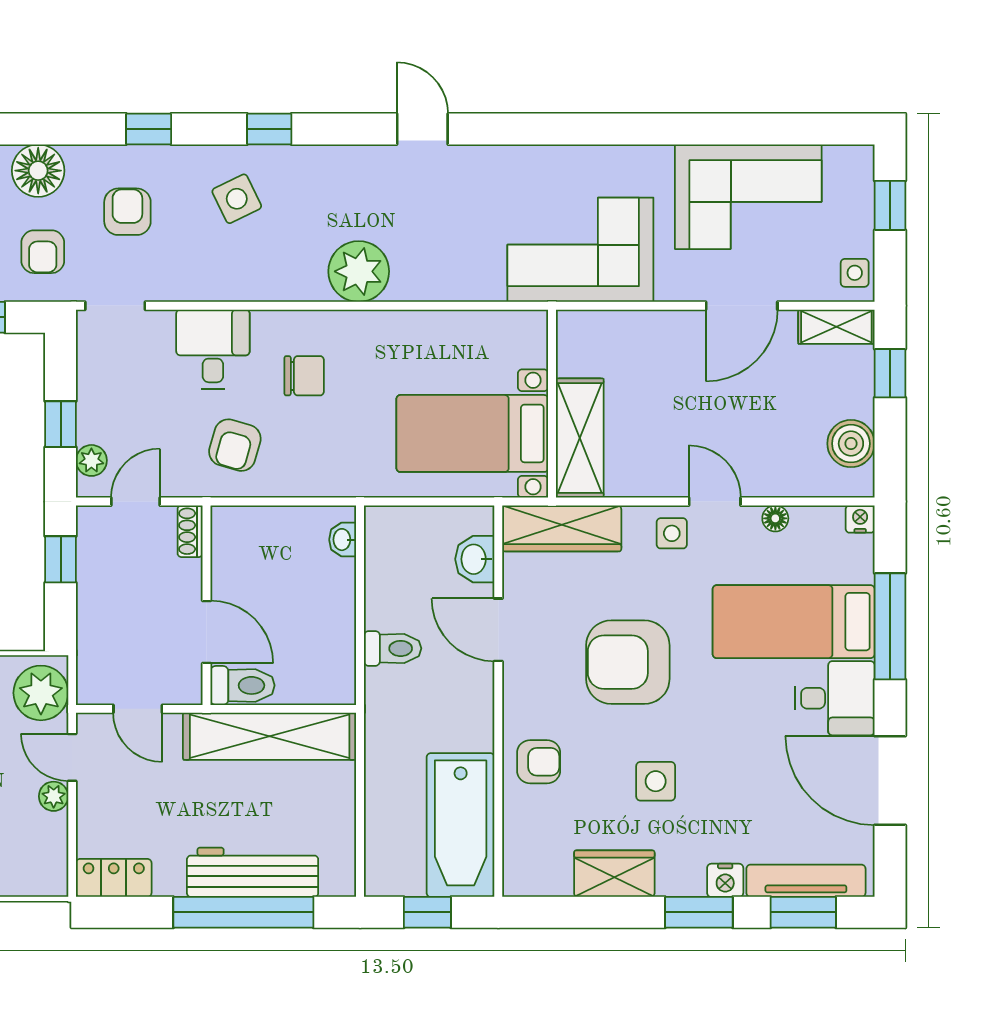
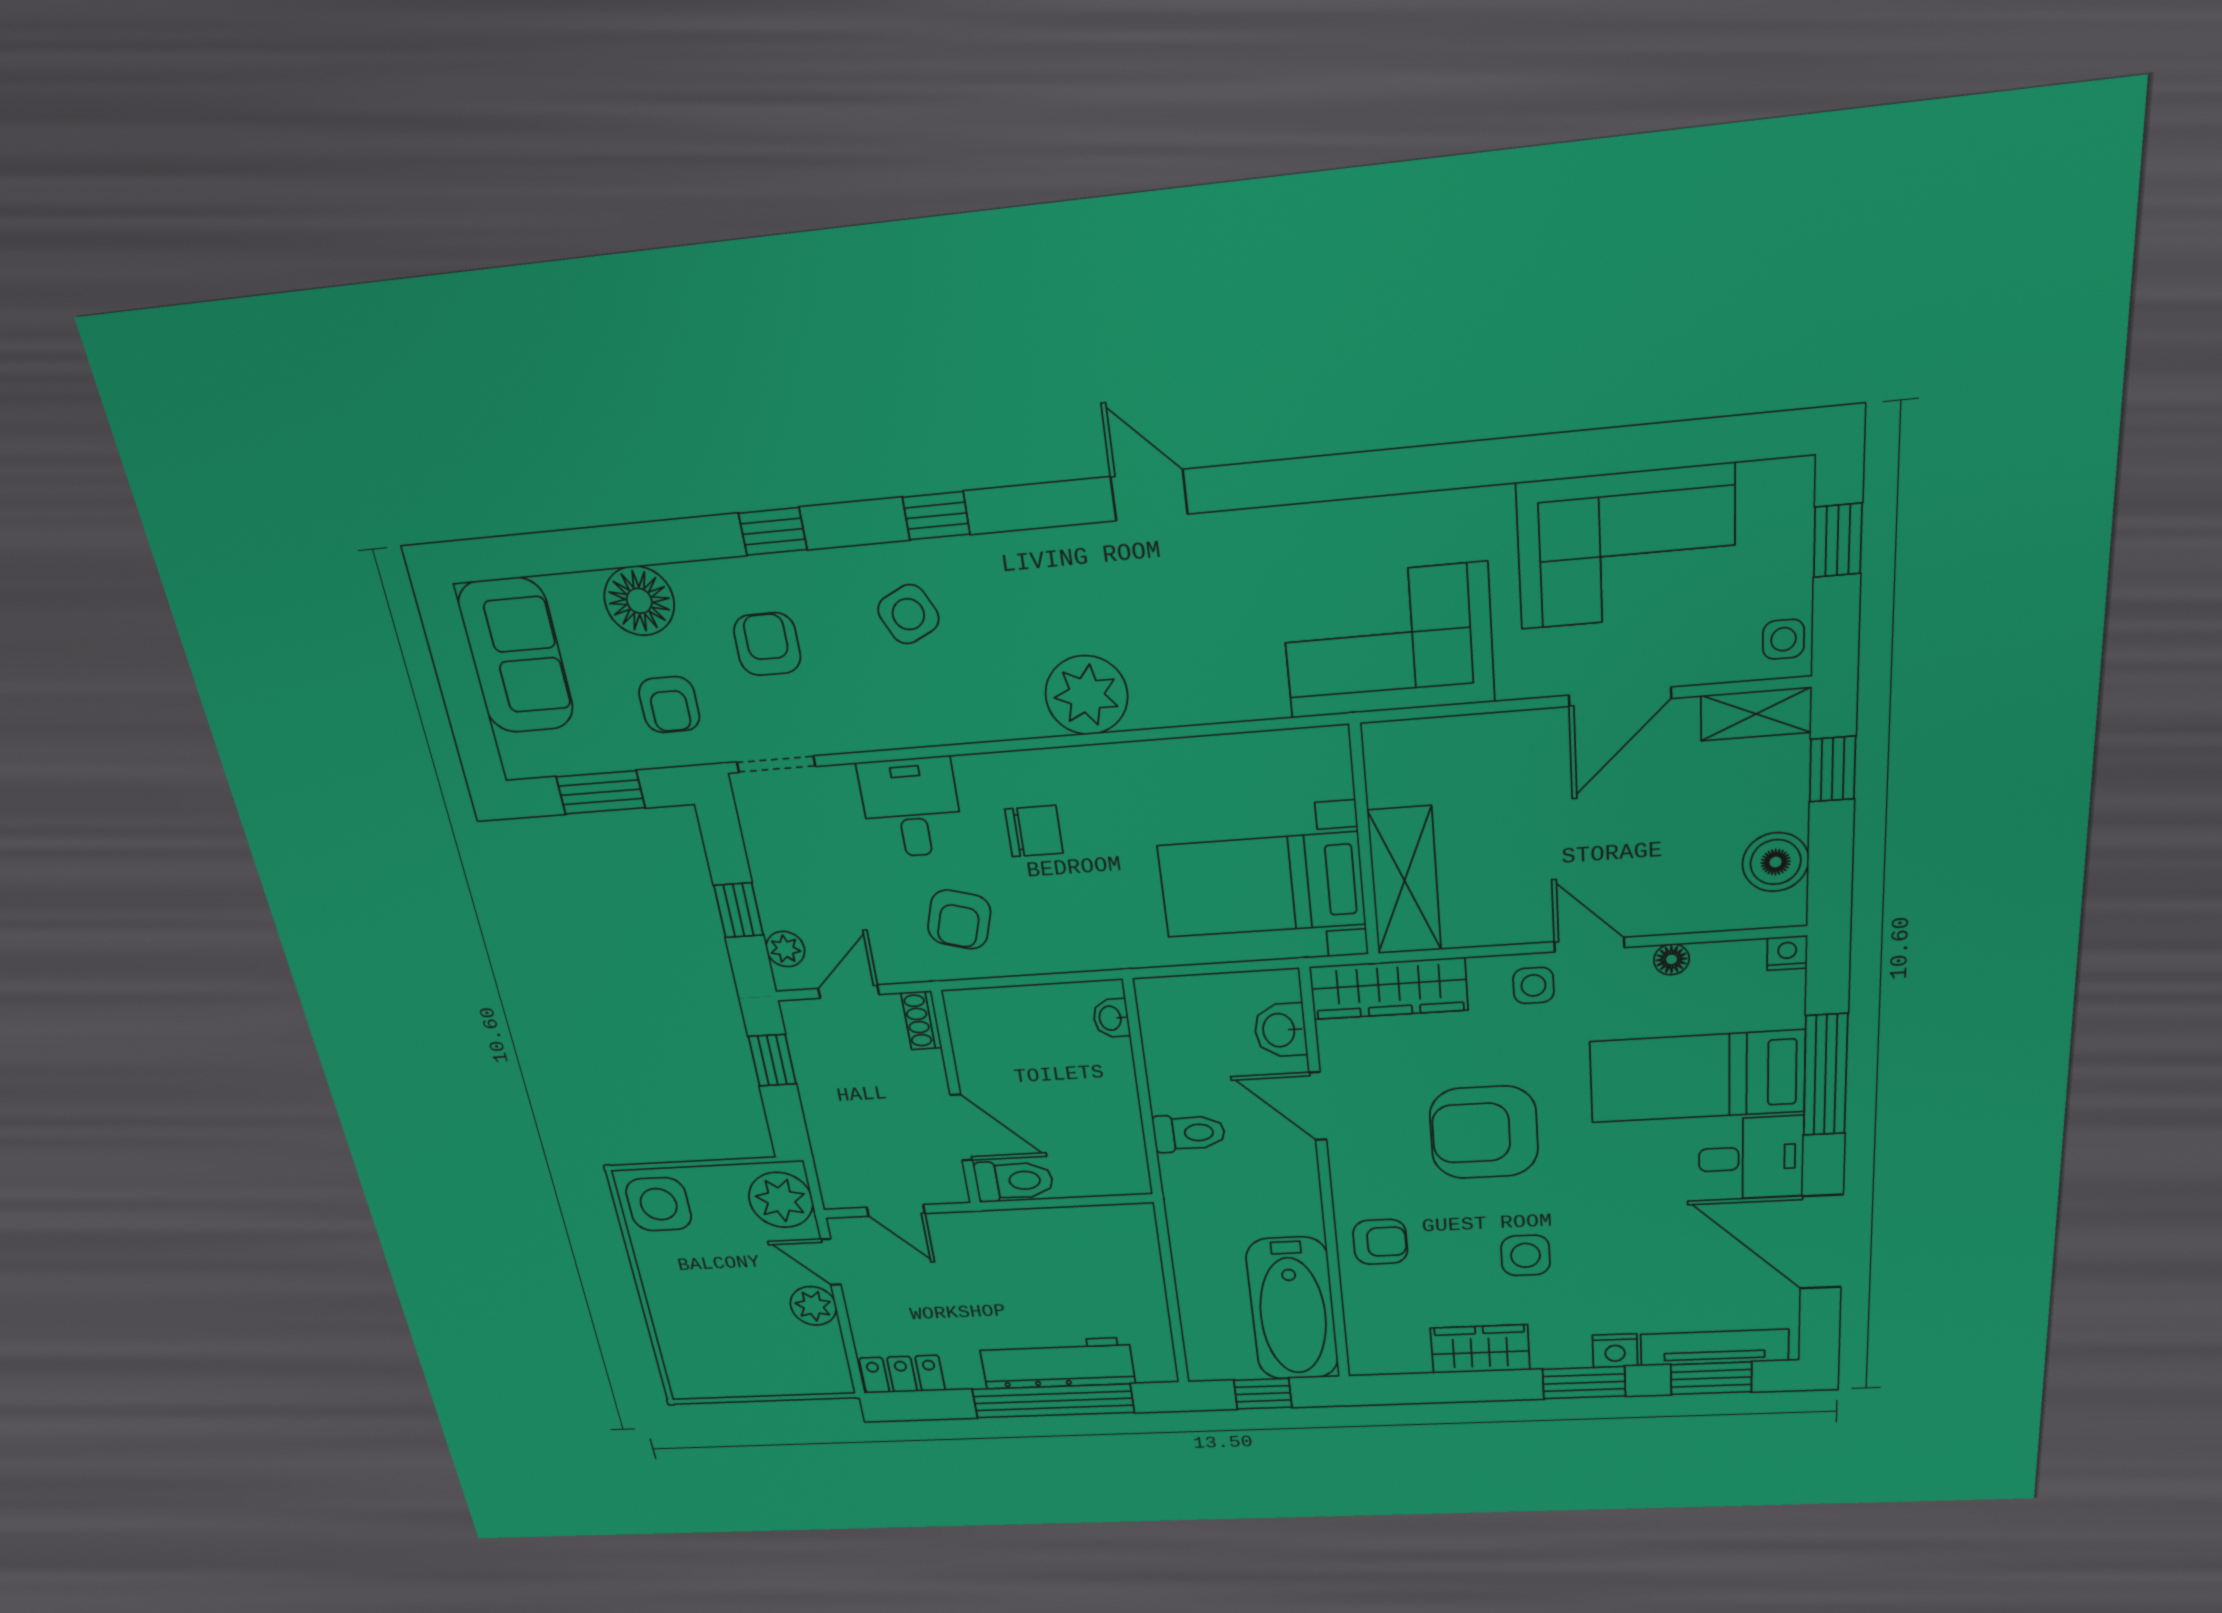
shelving: (270, 736) -> (1055, 1231), removed
plant: (54, 796) -> (813, 1306), width x1.38, depth x1.38

